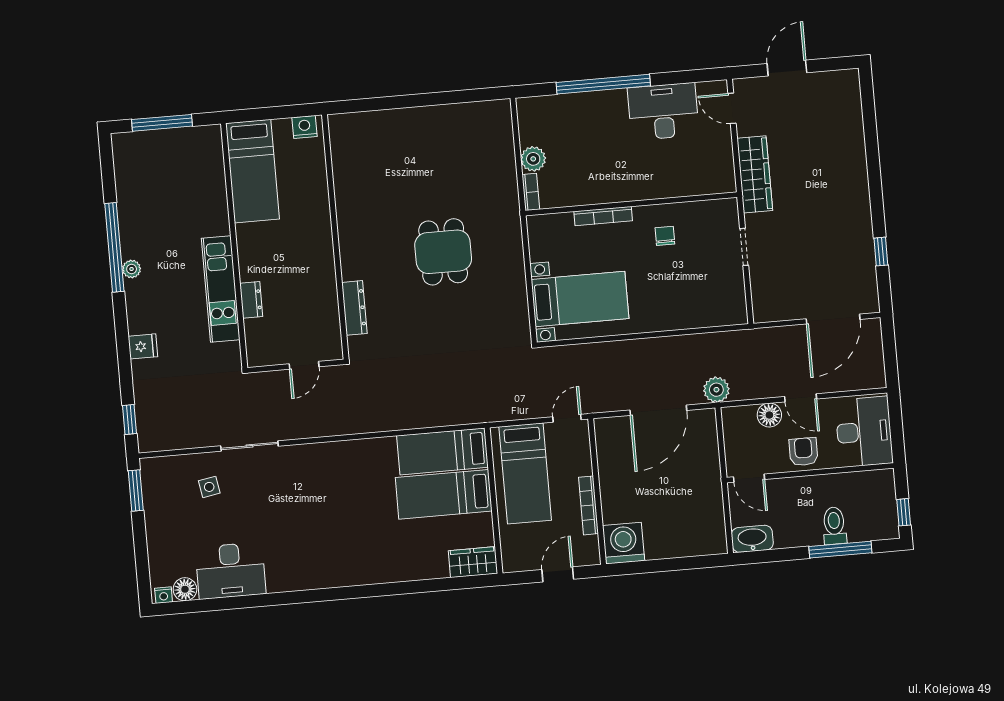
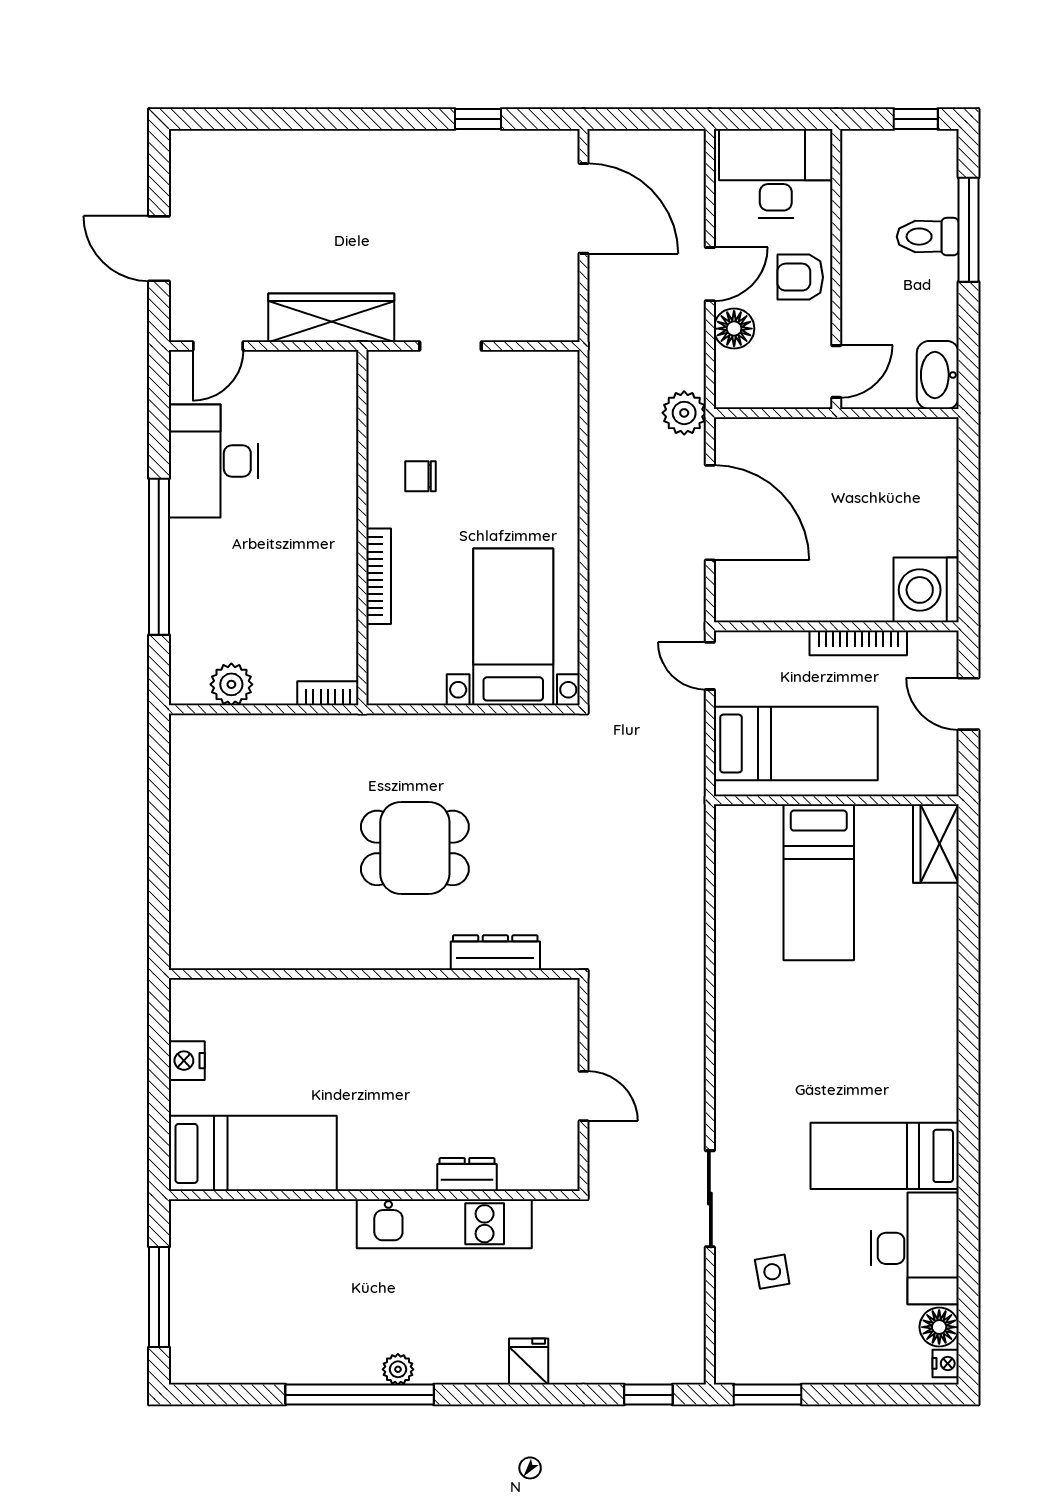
plant: (533, 159) -> (231, 684), moved
wall: (335, 237) -> (374, 974), moved
dresser: (354, 308) -> (495, 953), moved
bed: (442, 451) -> (885, 1156), moved, turned 90

